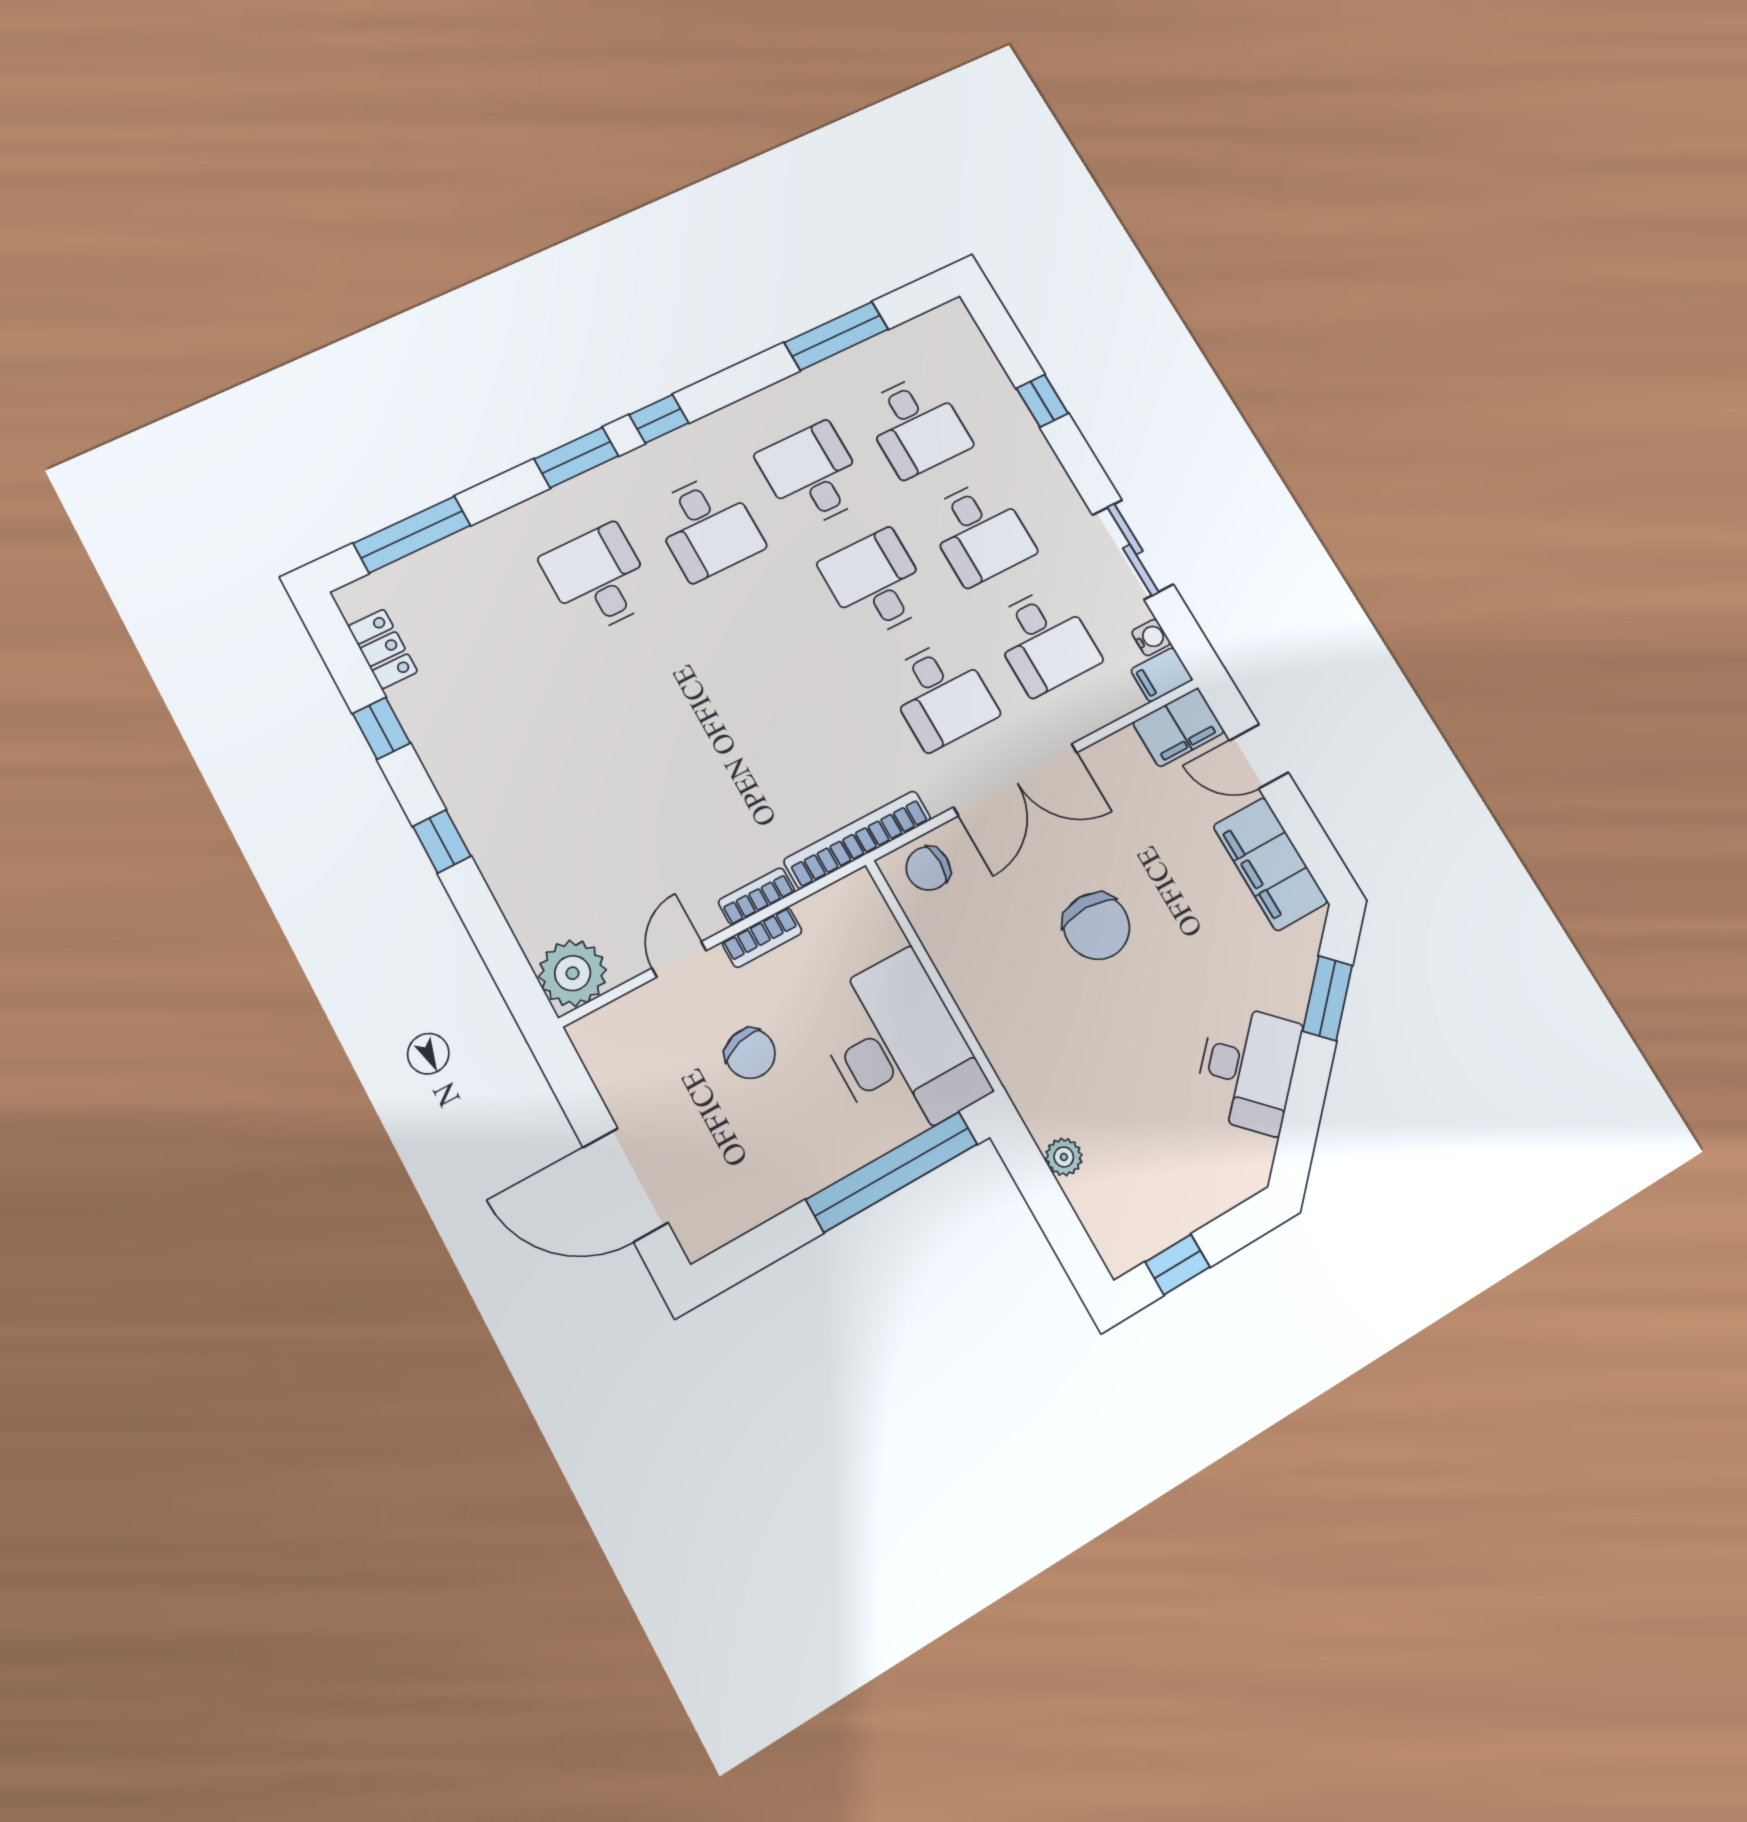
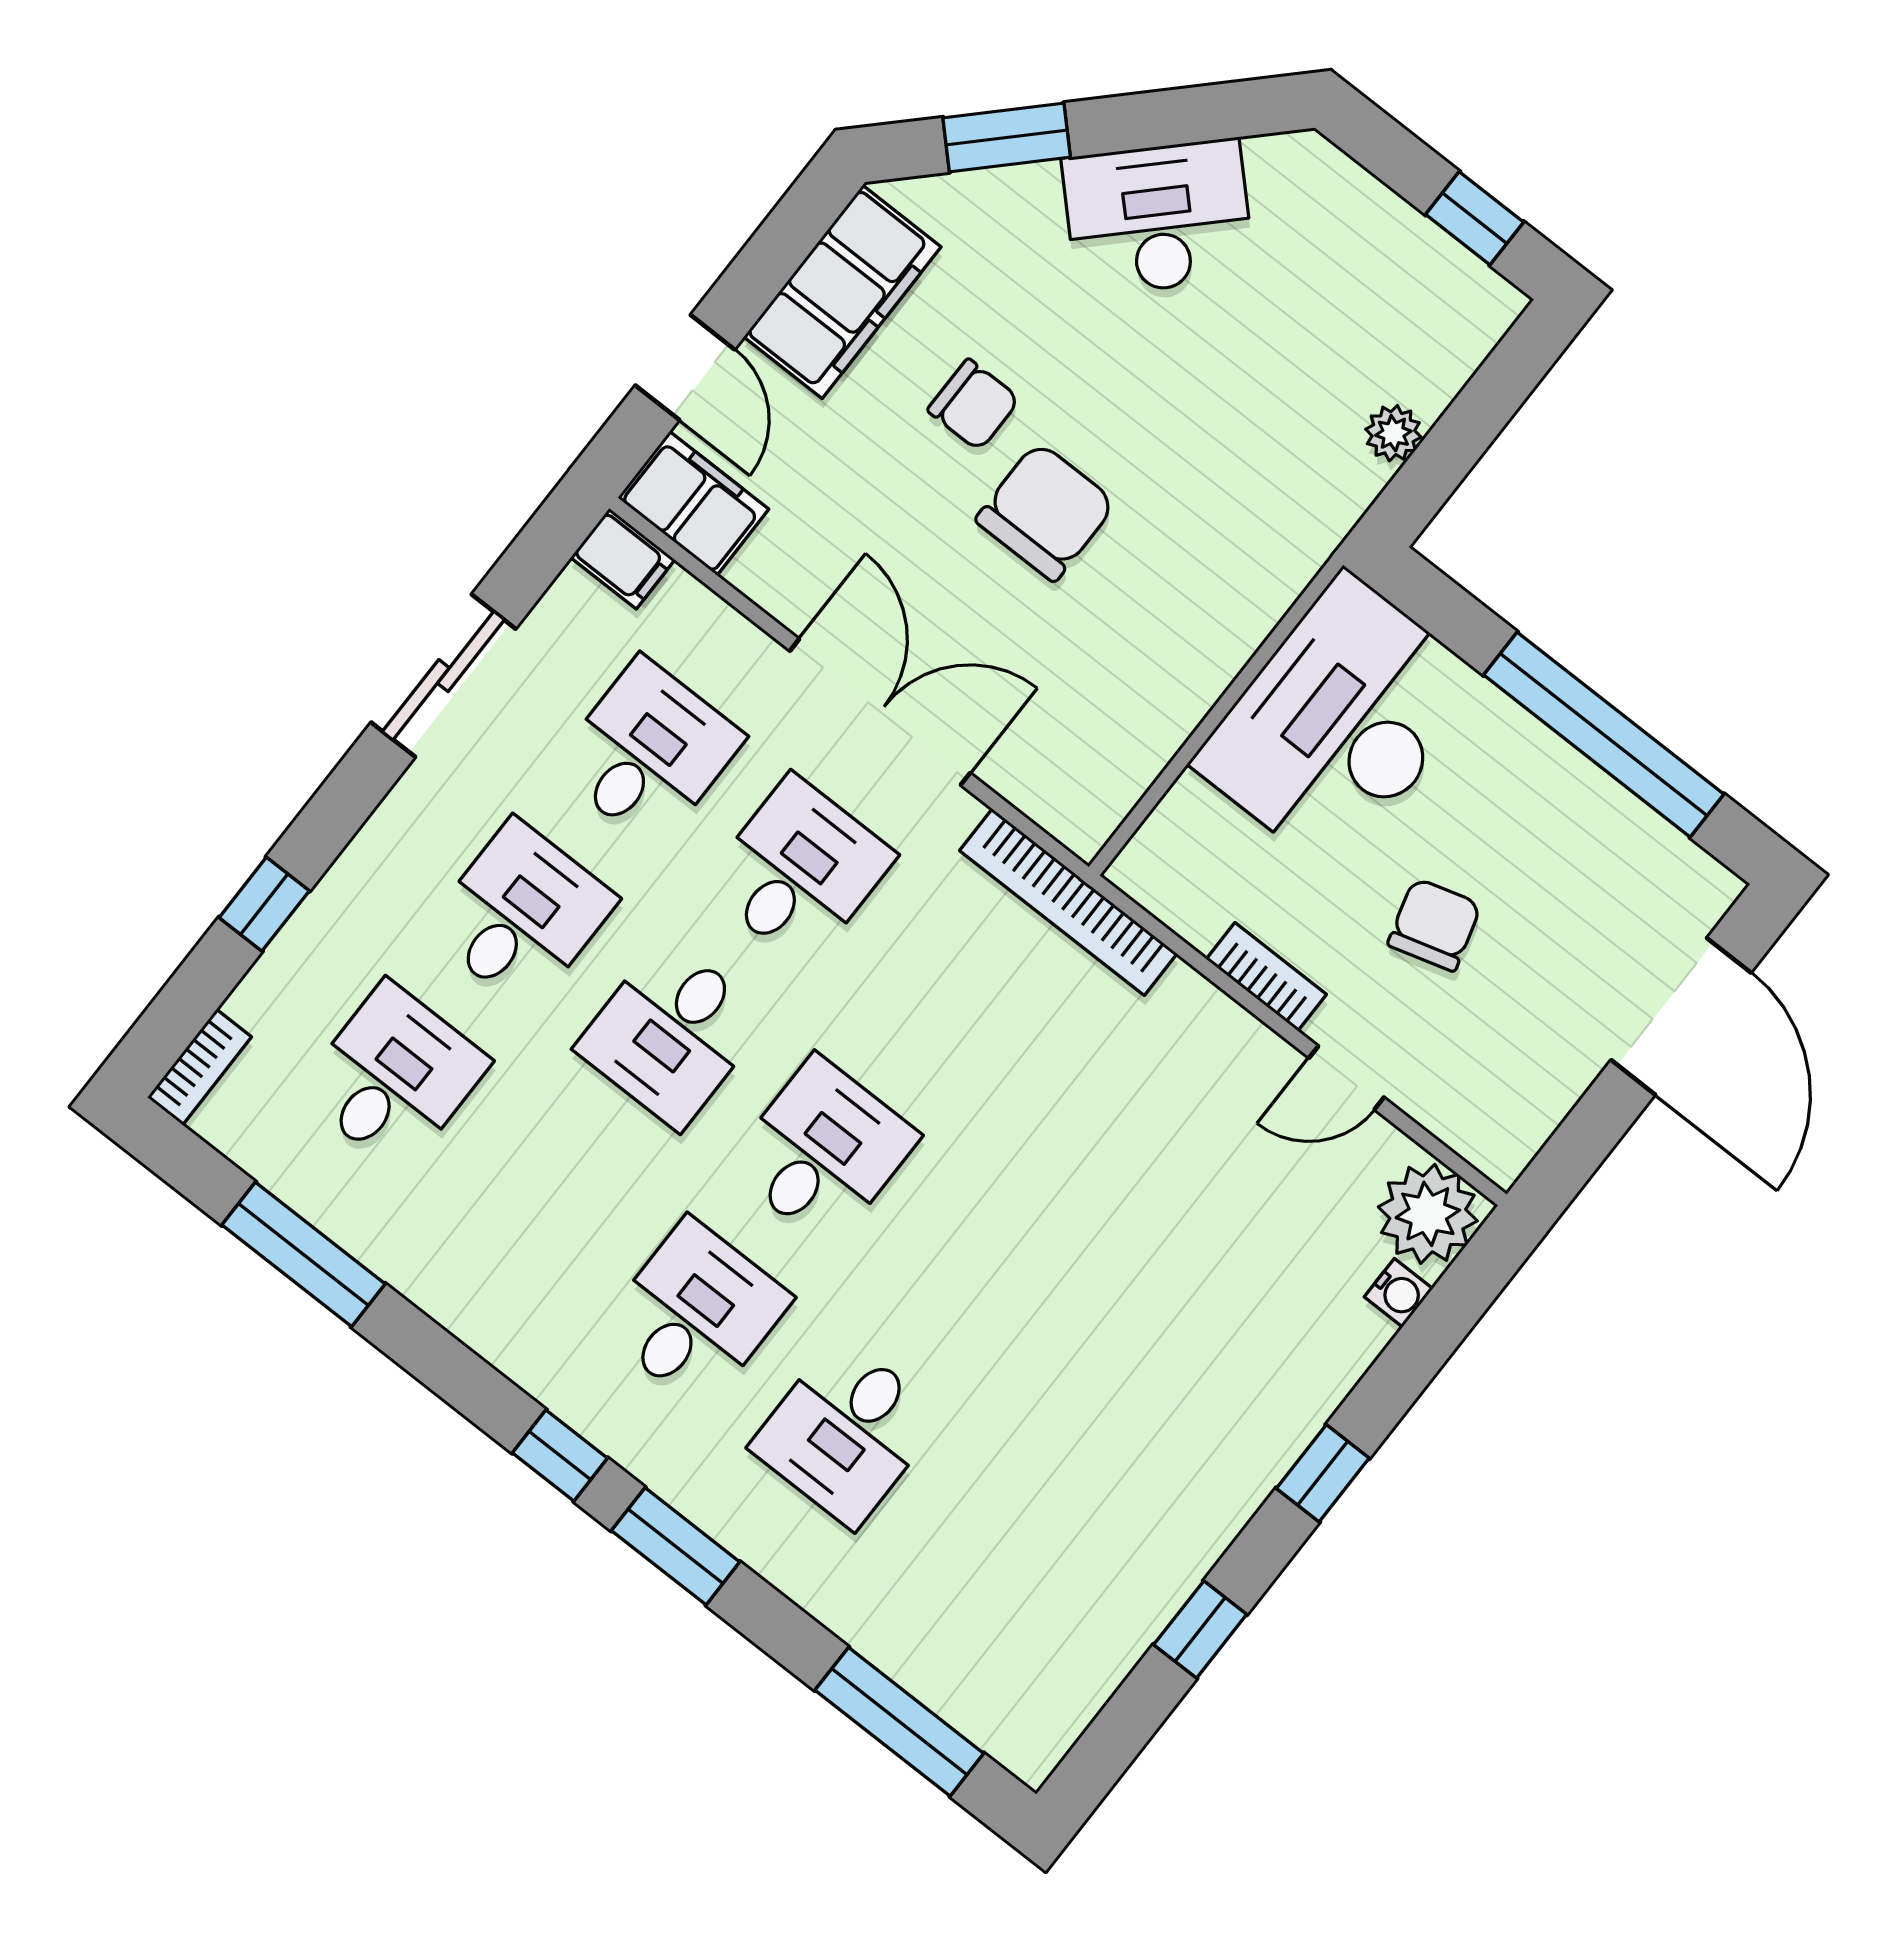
desk: (813, 475) -> (823, 1151), moved, turned 180
water cooler: (1151, 638) -> (1399, 1293), moved, turned 180
locker: (383, 649) -> (1086, 1682), removed
chair: (928, 868) -> (974, 405), moved
bookcase: (756, 896) -> (200, 1067), moved, turned -90
window: (892, 1172) -> (1604, 735), moved

